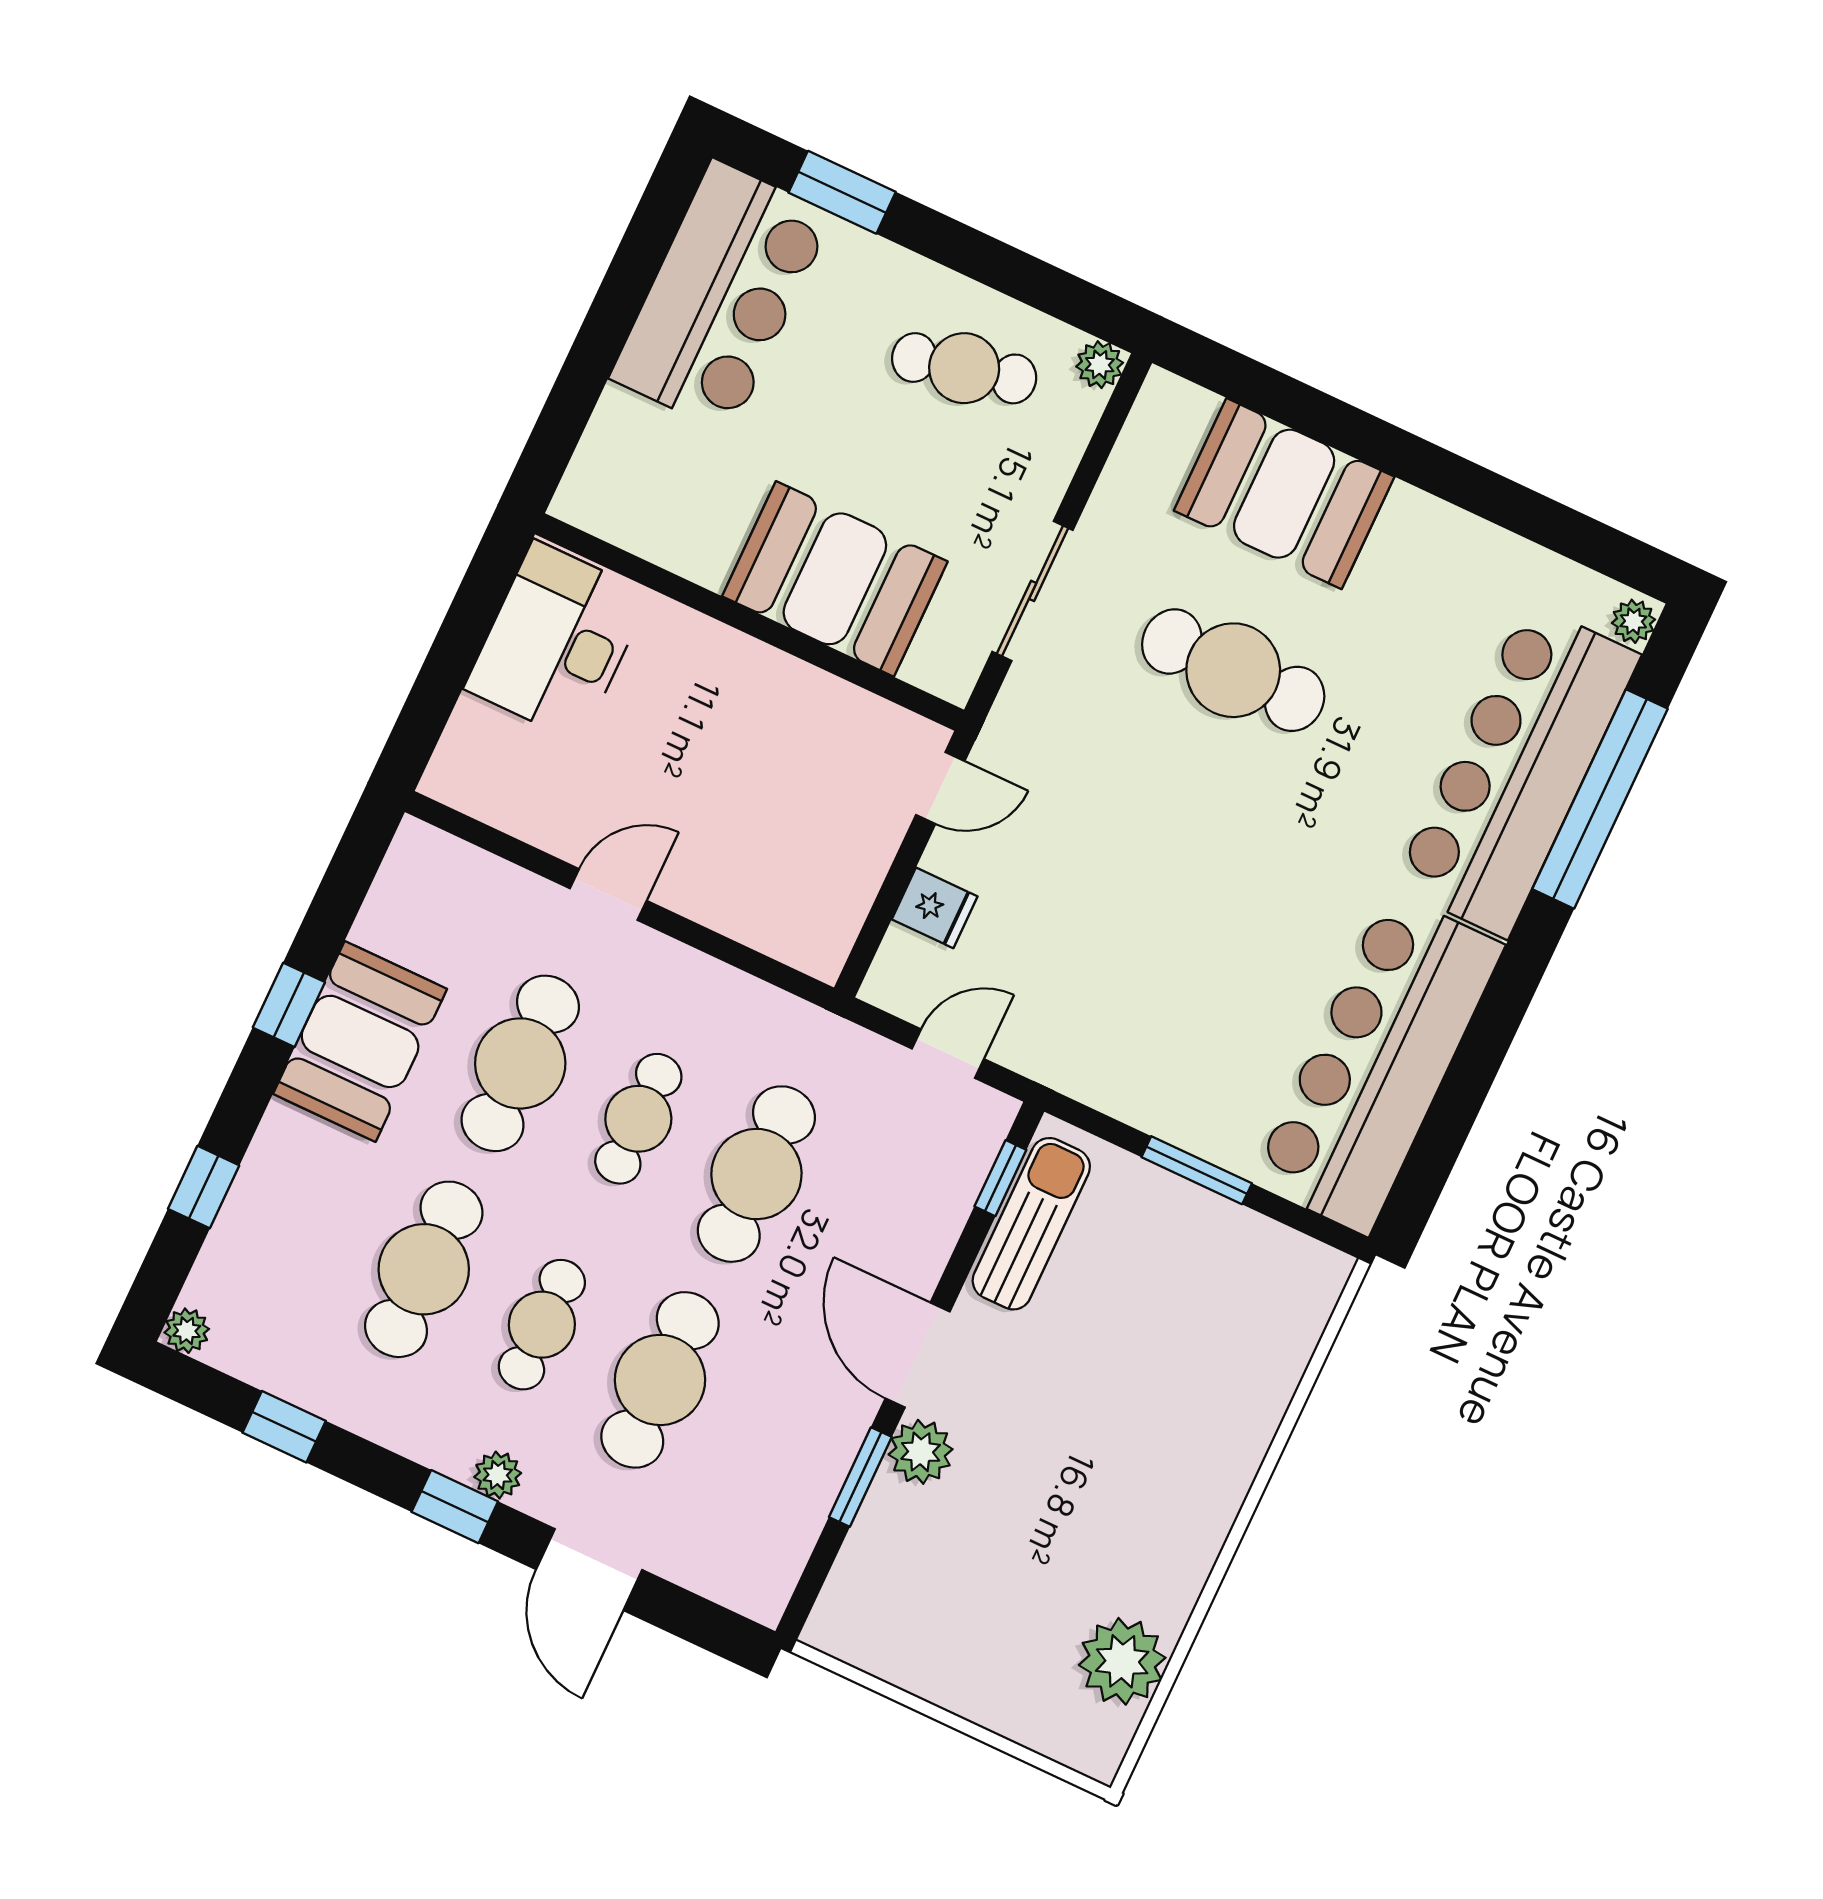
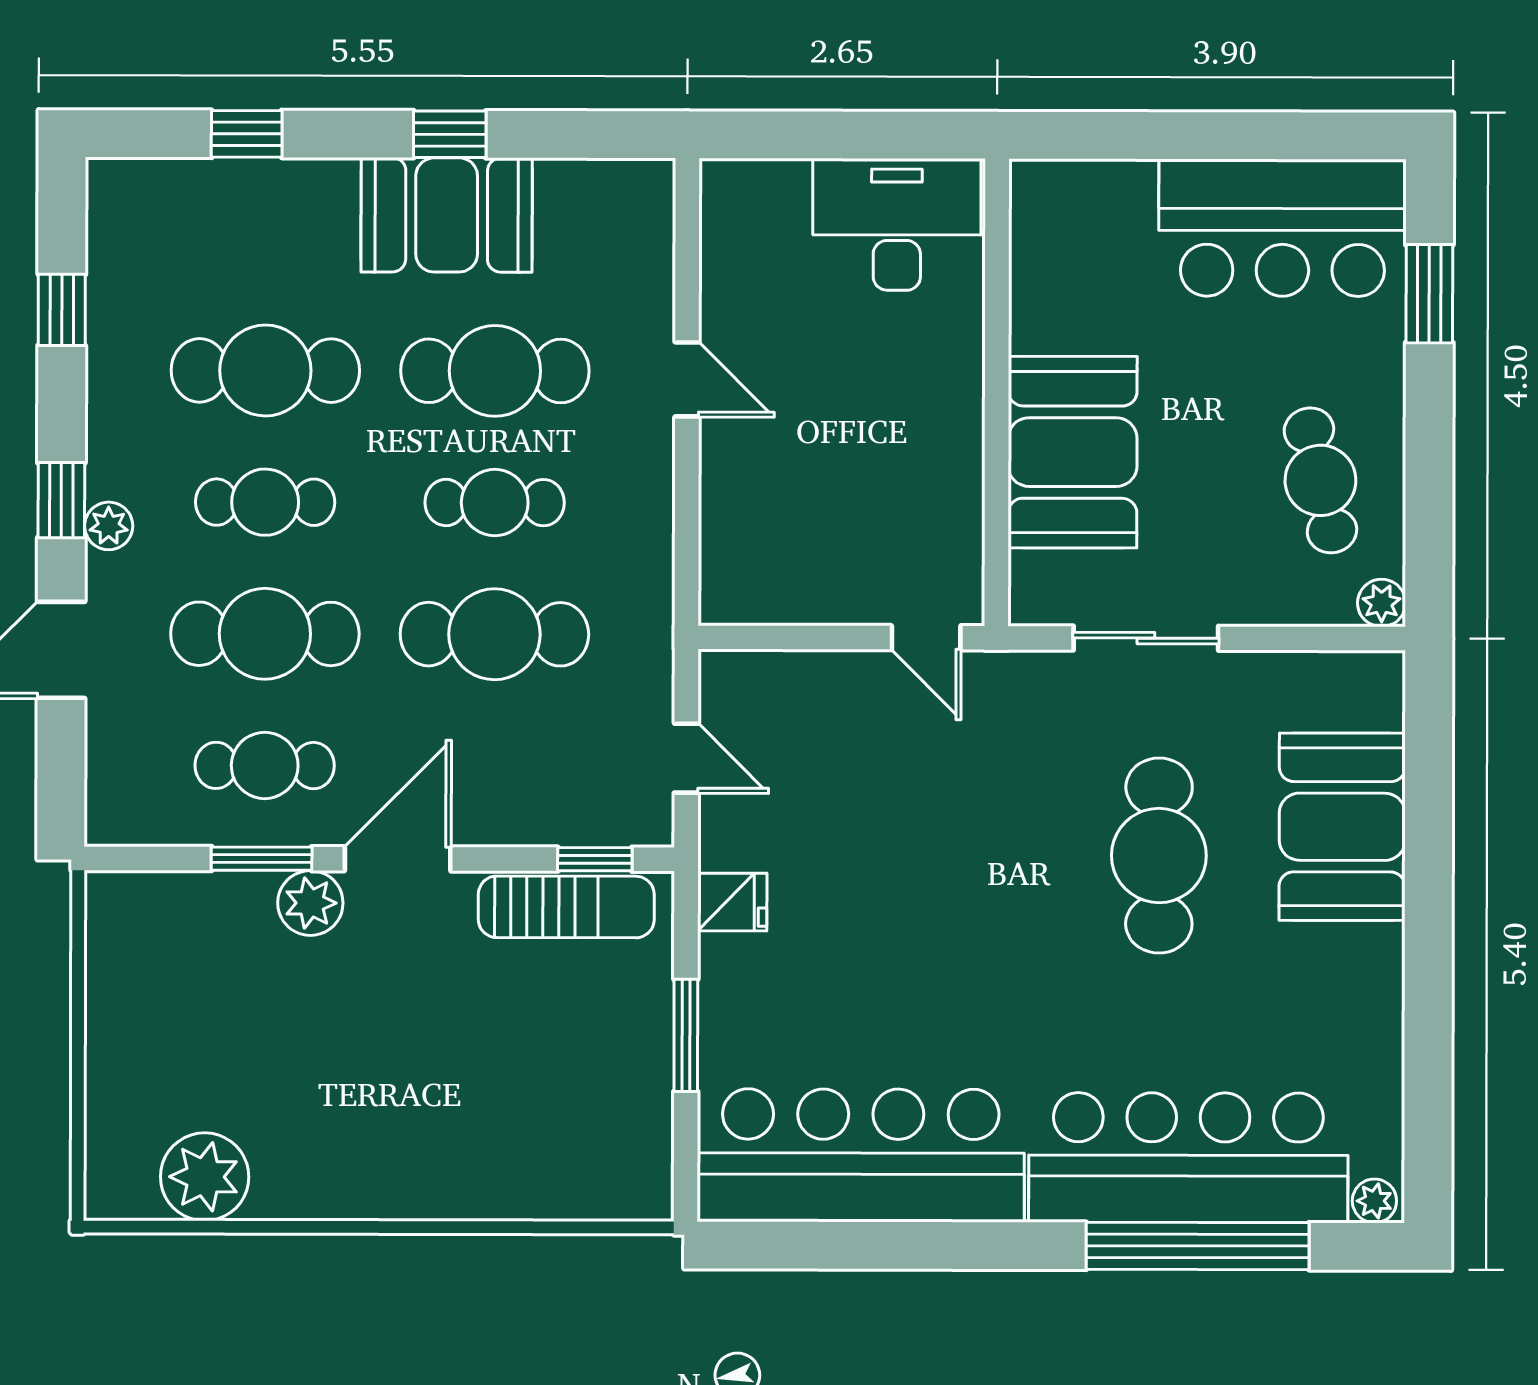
fridge: (935, 908) -> (732, 902), moved, turned -90
plant: (187, 1331) -> (108, 180), removed
cafe table: (778, 1435) -> (265, 765), added

